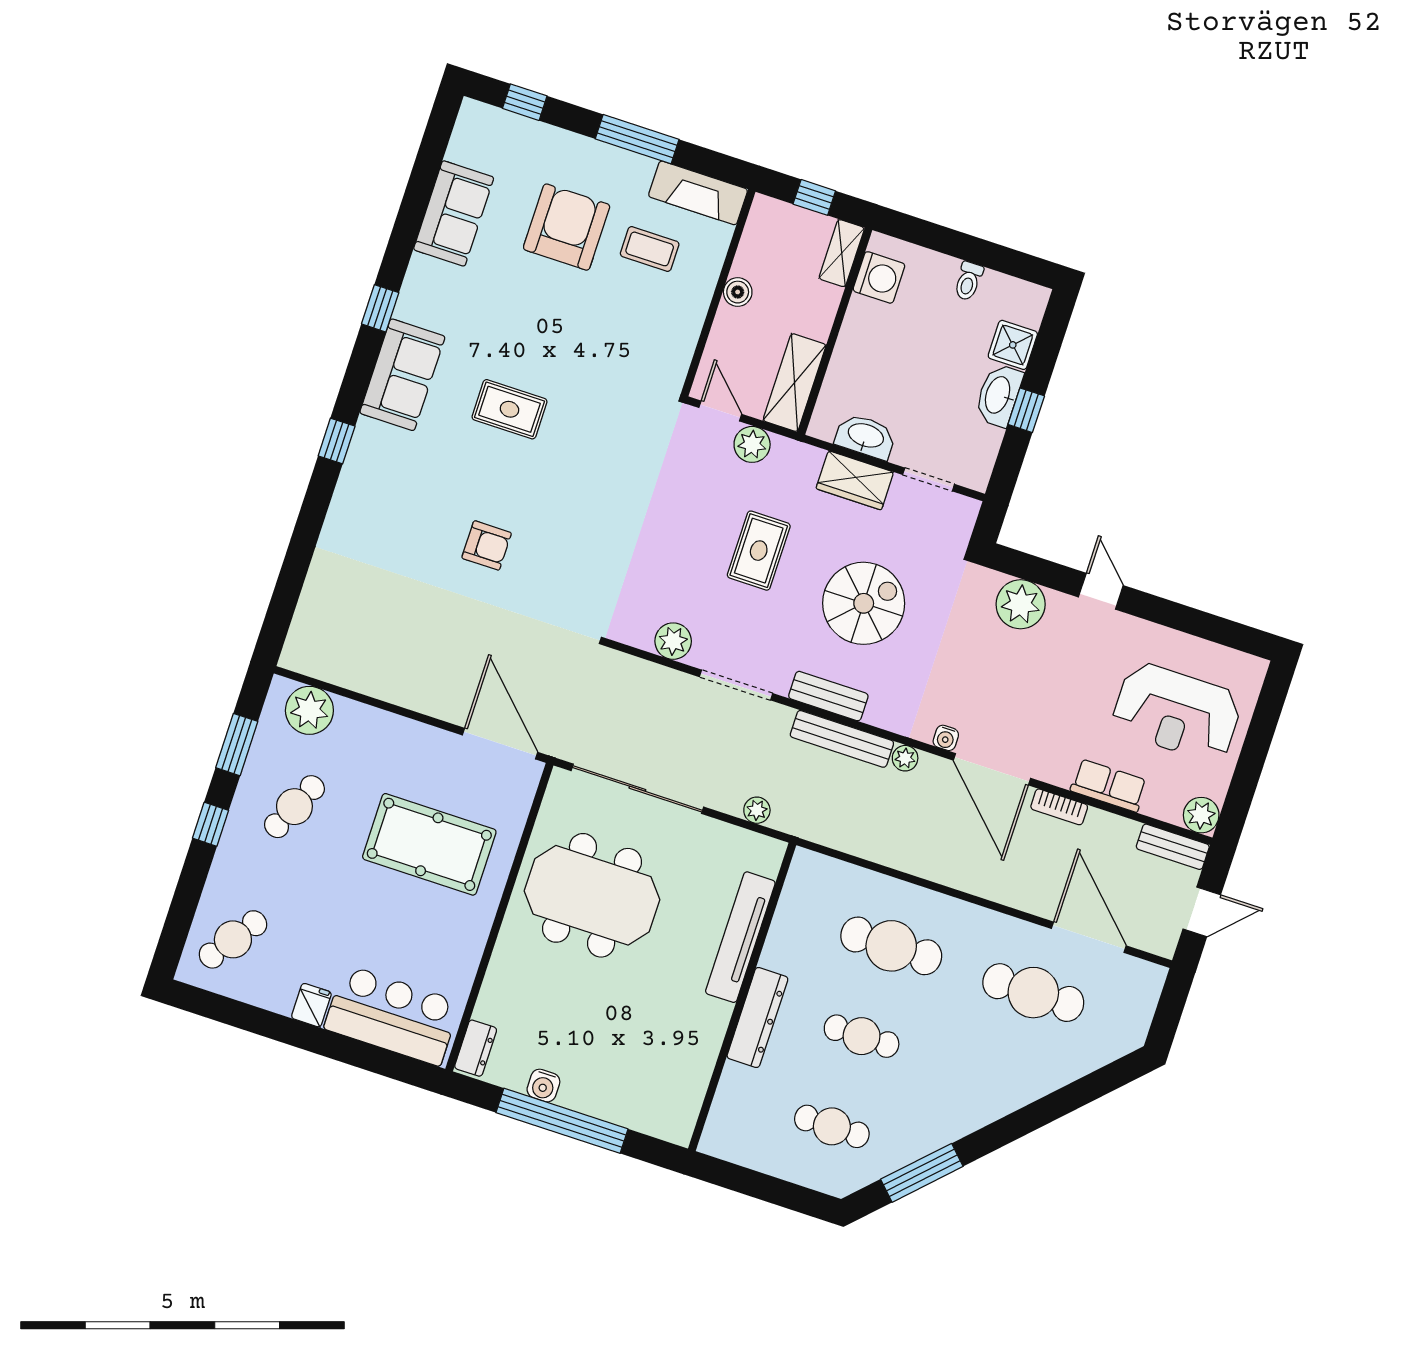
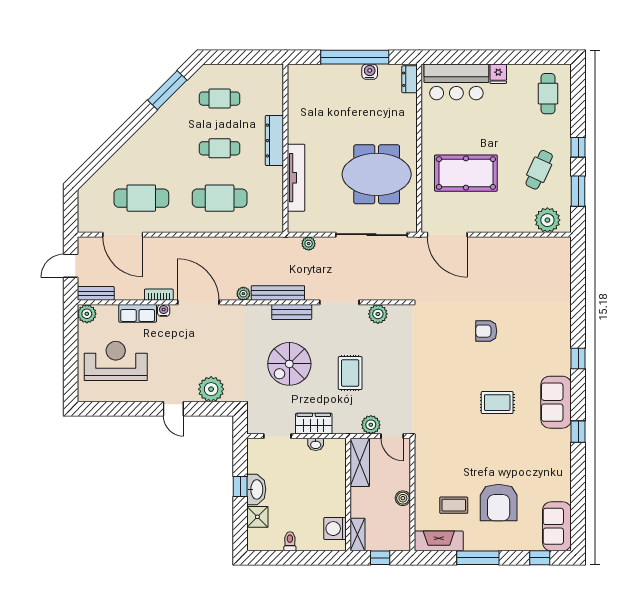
sofa: (454, 213) -> (557, 526), moved
washbasin: (866, 436) -> (316, 444), width x0.52, depth x0.69
water cooler: (946, 738) -> (164, 310), moved
cafe table: (233, 939) -> (548, 94), turned -35

